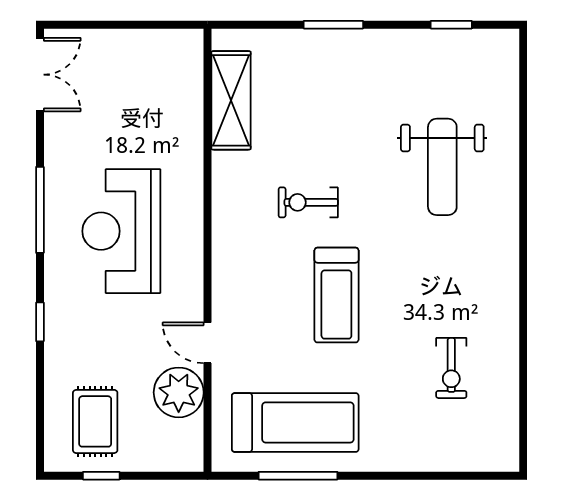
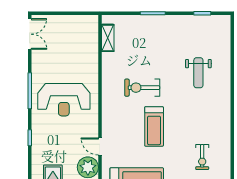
shelving: (231, 100) -> (108, 38), width x0.67, depth x0.75
weight bench: (442, 167) -> (198, 73), width x0.73, depth x0.75
exercise bike: (308, 202) -> (142, 88), width x1.38, depth x1.39
reception desk: (121, 231) -> (64, 100), turned -90

